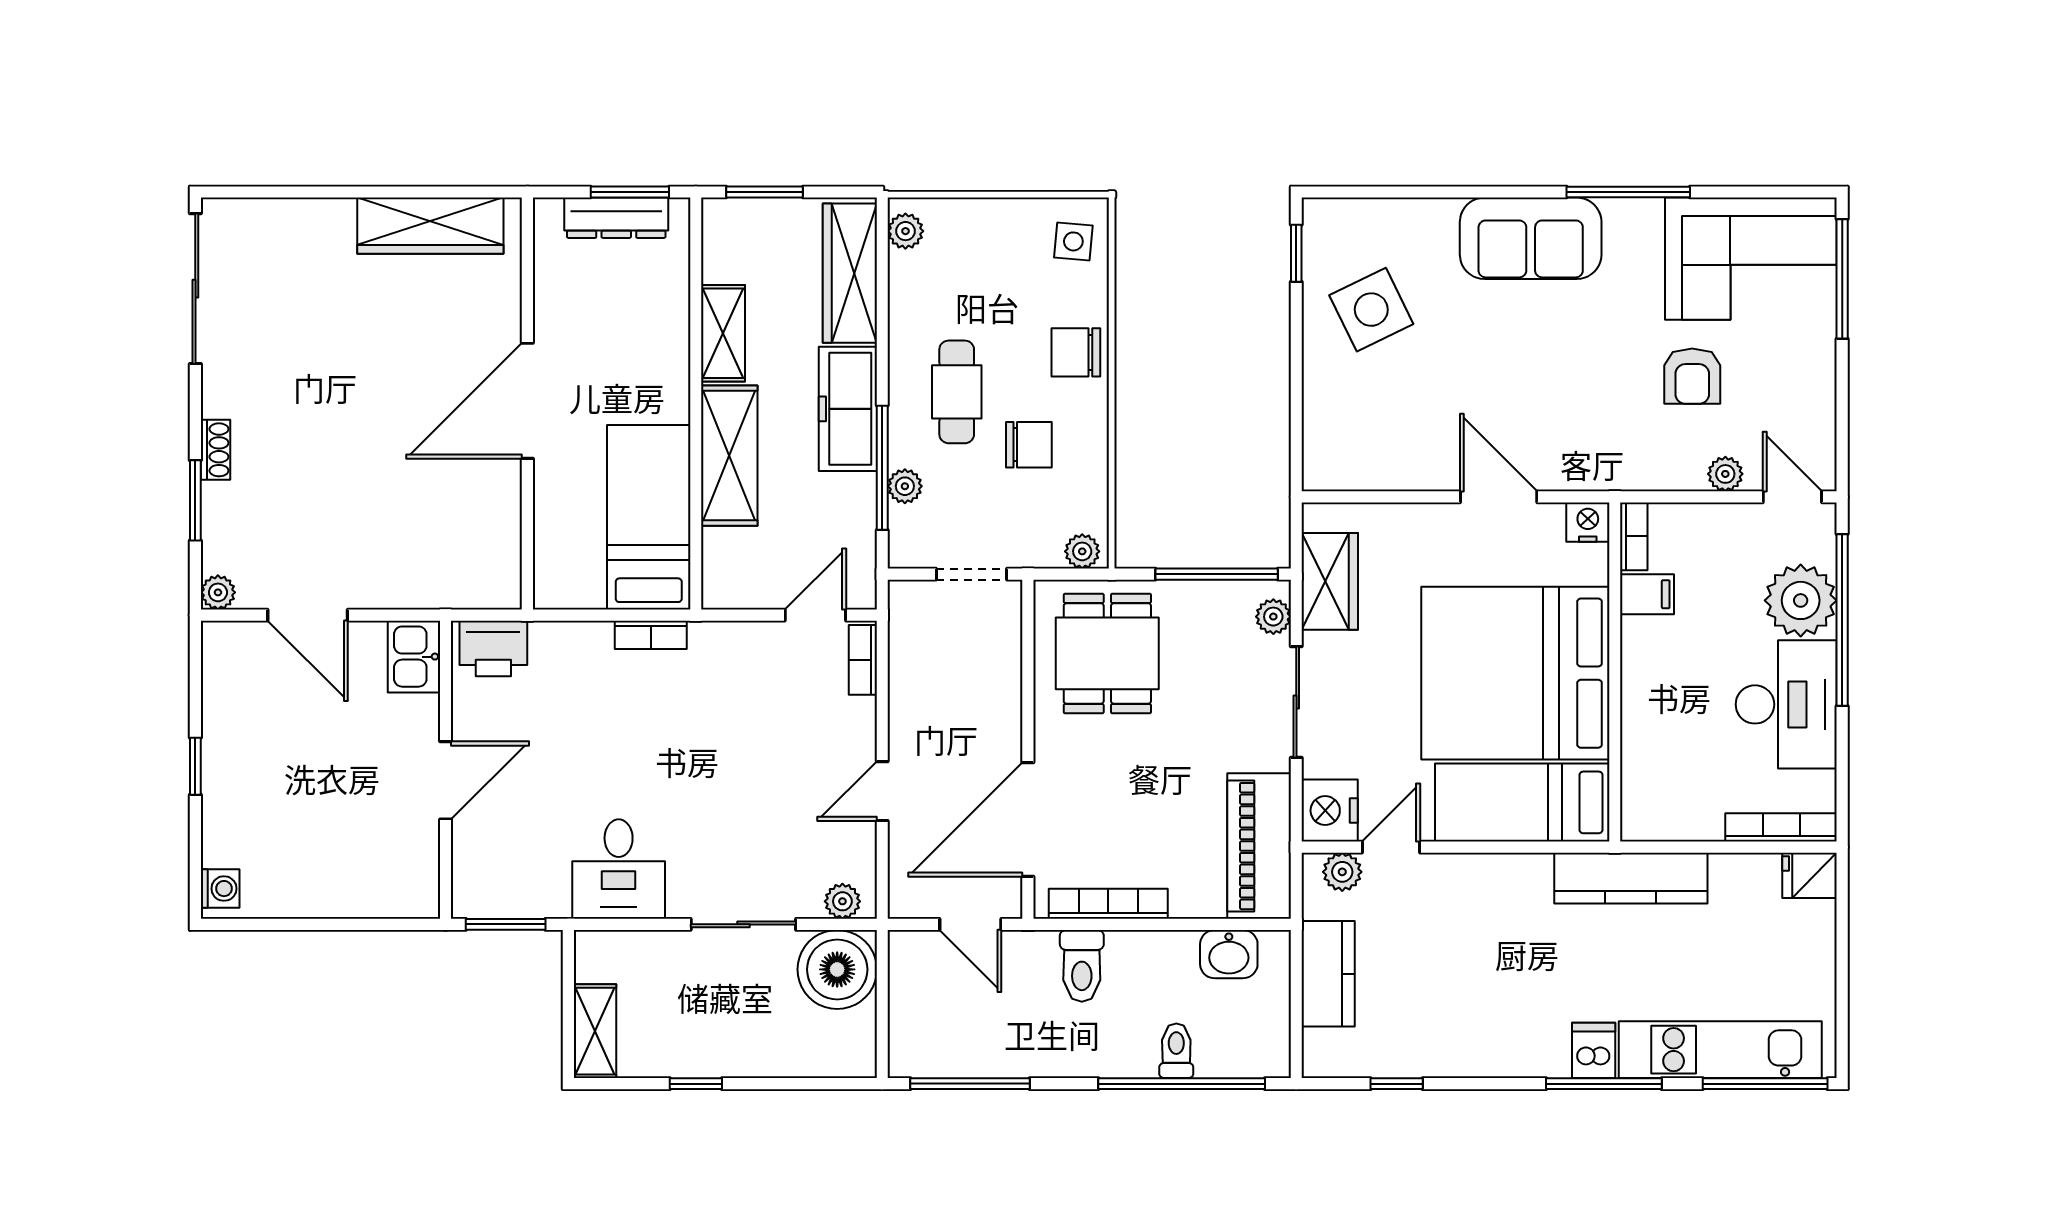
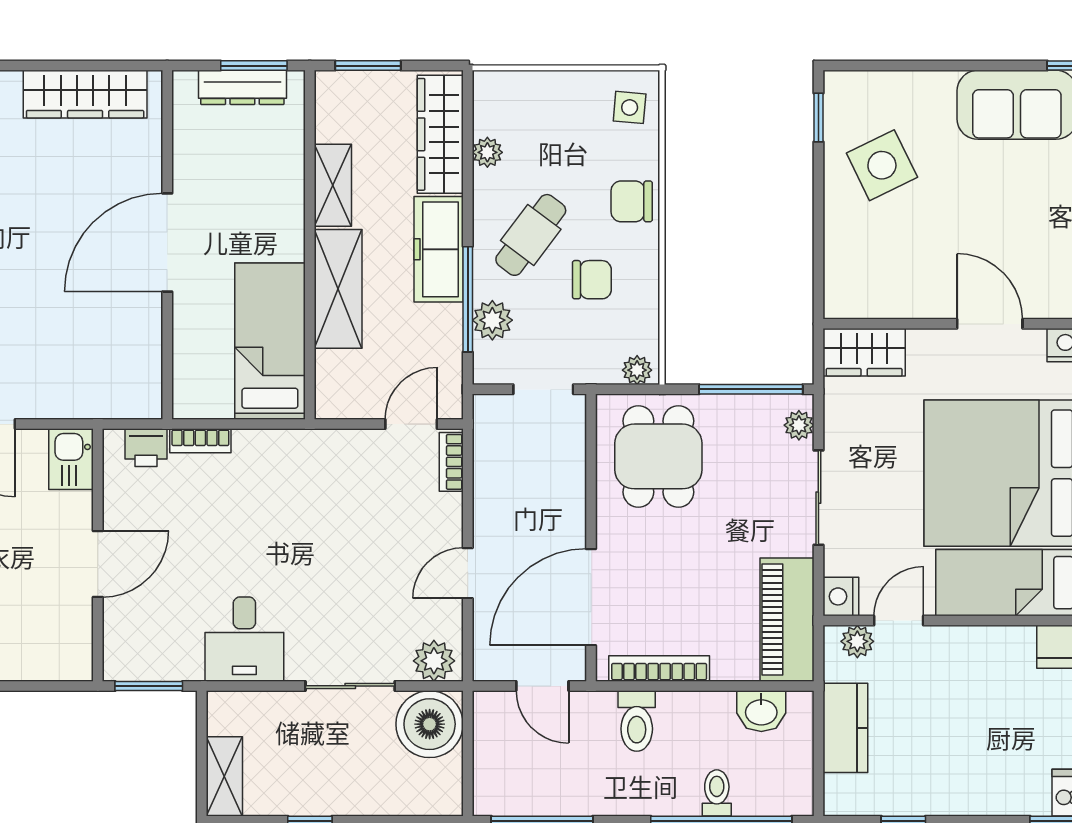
plant: (905, 231) -> (487, 152), moved
cafe table: (957, 392) -> (531, 235), turned 37
plant: (905, 486) -> (492, 320), width x1.38, depth x1.38
wardrobe: (1330, 581) -> (864, 352), moved, turned 90
bookcase: (651, 635) -> (200, 441), moved
printer: (493, 648) -> (146, 448), width x0.73, depth x0.81
nightstand: (1330, 811) -> (841, 596), width x0.74, depth x0.75
plant: (842, 901) -> (434, 661), width x1.38, depth x1.38

